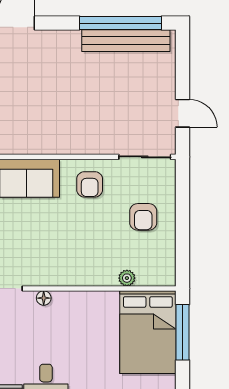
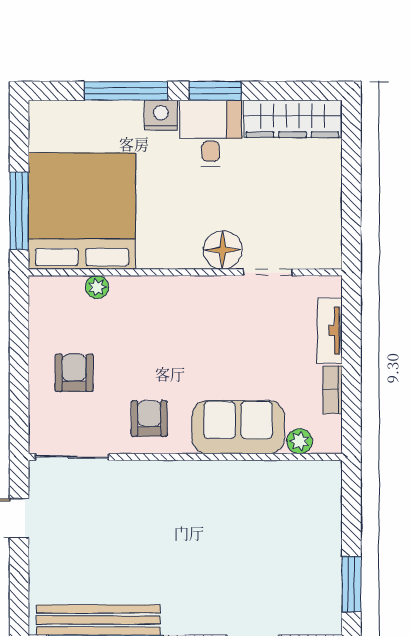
floor lamp: (44, 298) -> (223, 250), width x1.89, depth x1.89
bed: (148, 332) -> (82, 211), width x1.36

